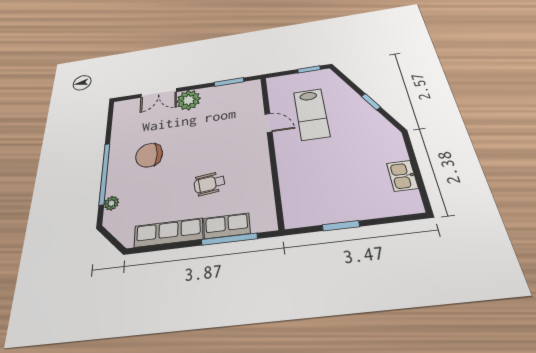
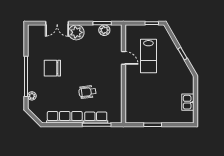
plant: (233, 90) -> (104, 30), added

